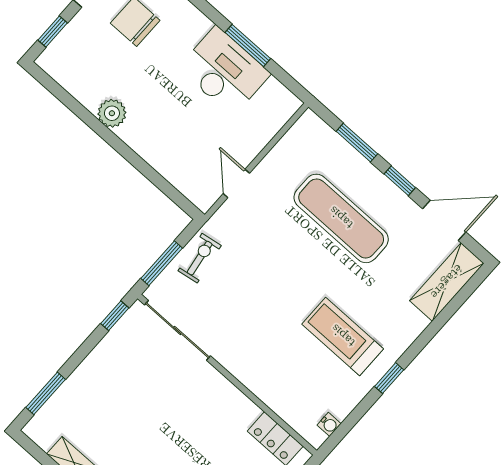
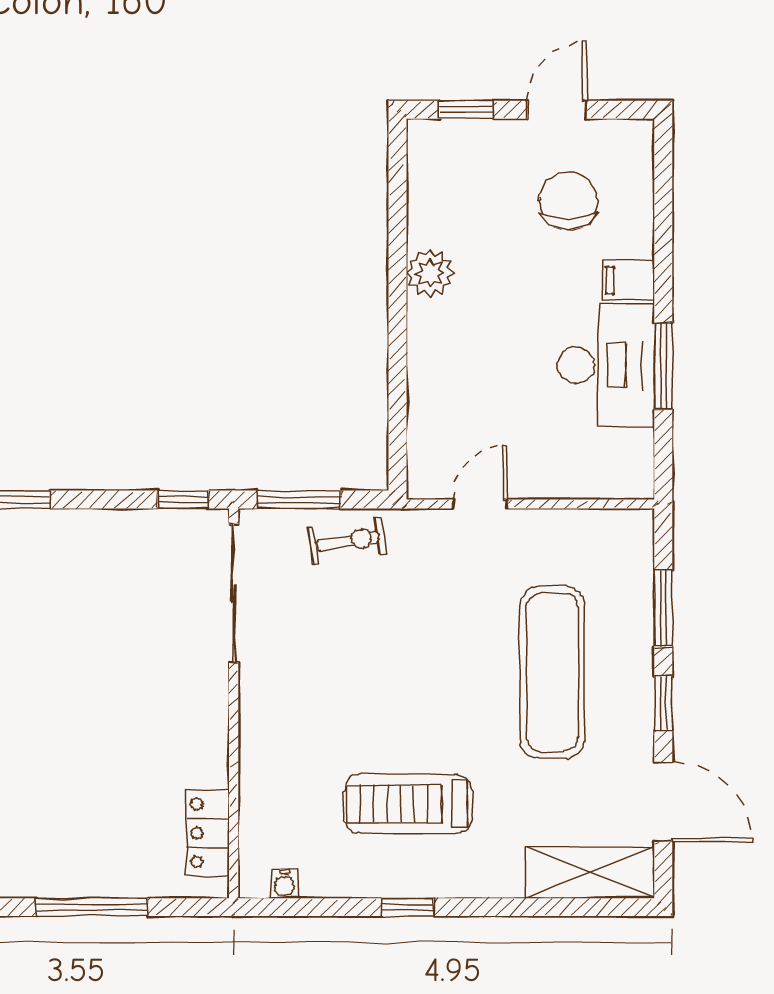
filing cabinet: (195, 27) -> (628, 280), added
treadmill: (343, 336) -> (408, 804), turned -90

